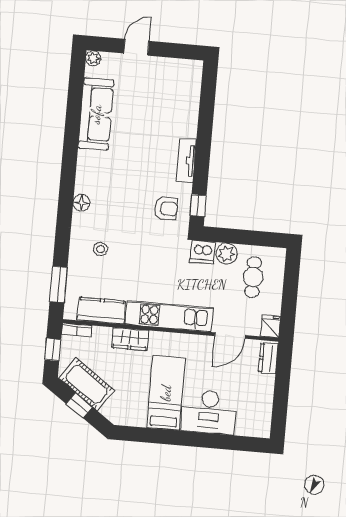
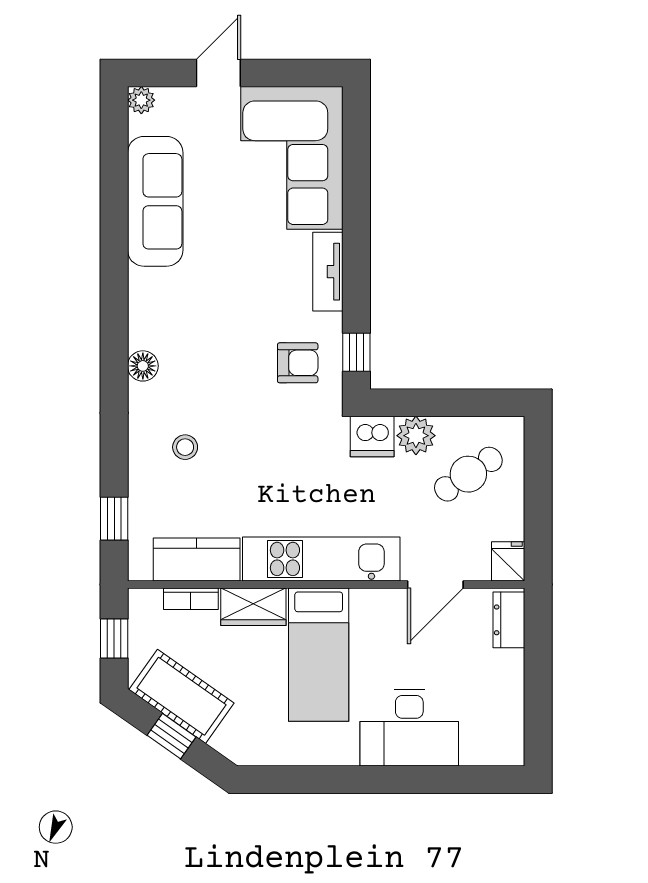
corner sofa: (172, 97) -> (292, 158), added
cafe table: (253, 277) -> (468, 474), turned 56
window: (58, 284) -> (114, 519), width x0.67
bookcase: (77, 330) -> (191, 599), moved
bed: (166, 393) -> (319, 655), moved, turned 180

